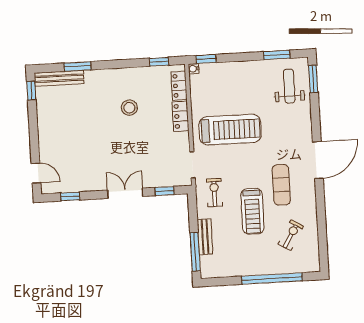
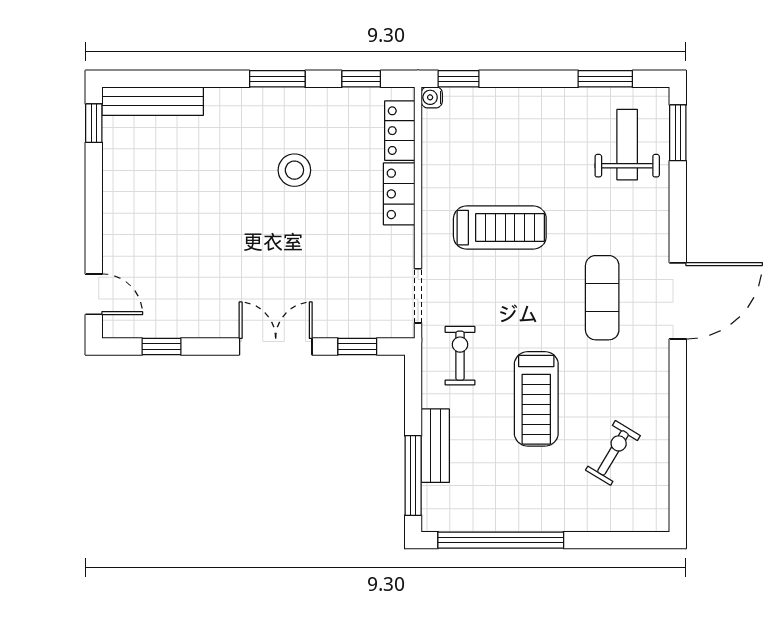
window: (78, 66) -> (277, 79), moved
treadmill: (230, 130) -> (500, 228), width x0.73, depth x0.73
exercise mat: (281, 185) -> (602, 298), moved
window: (272, 279) -> (501, 540), moved

